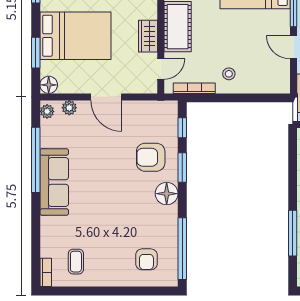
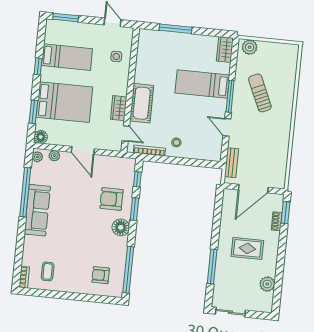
door: (161, 69) -> (126, 133), hinge flipped
armchair: (146, 259) -> (101, 275), turned 90

